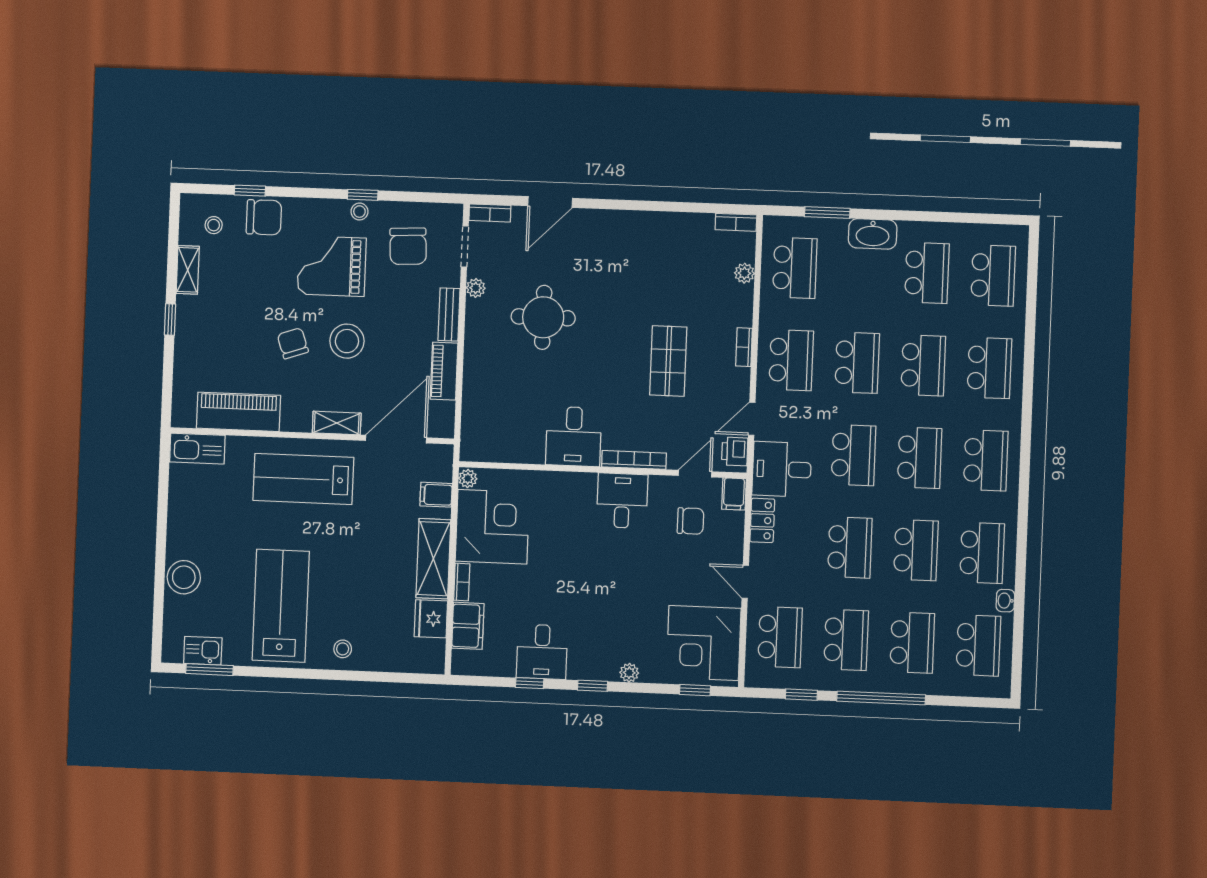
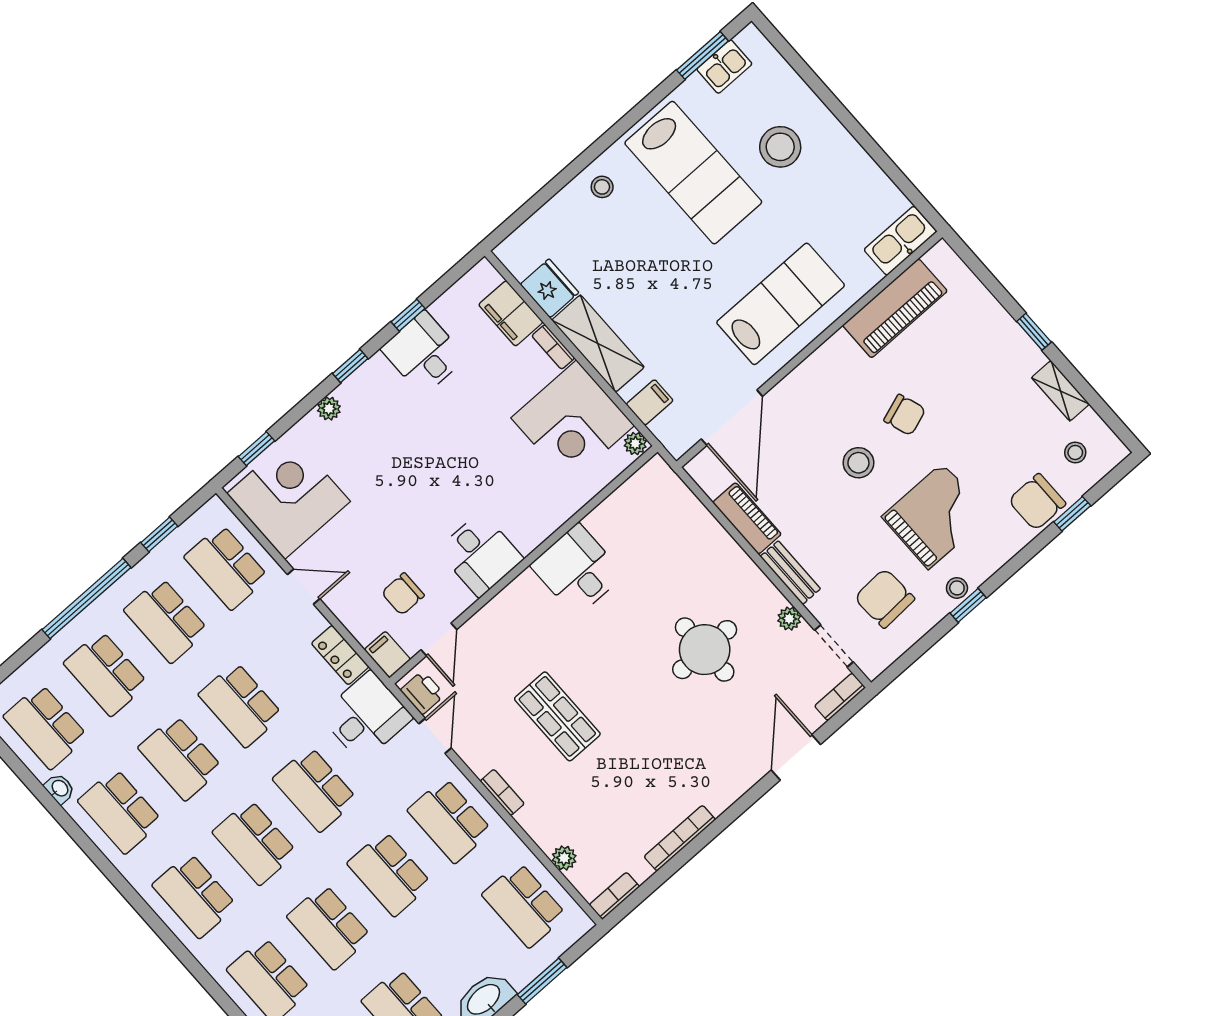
stool: (347, 341) -> (858, 463), width x0.73, depth x0.73
shelving: (337, 423) -> (798, 382), removed
bookcase: (634, 460) -> (680, 838), moved, turned 180
stool: (184, 577) -> (780, 147), moved

